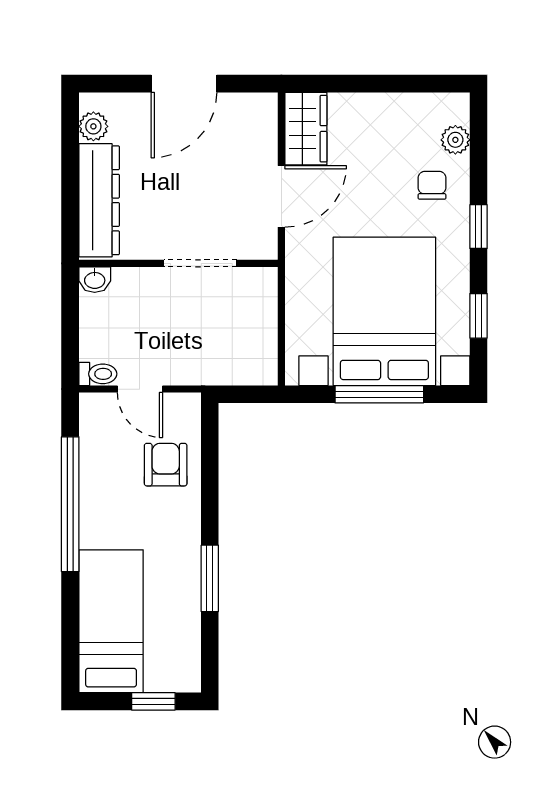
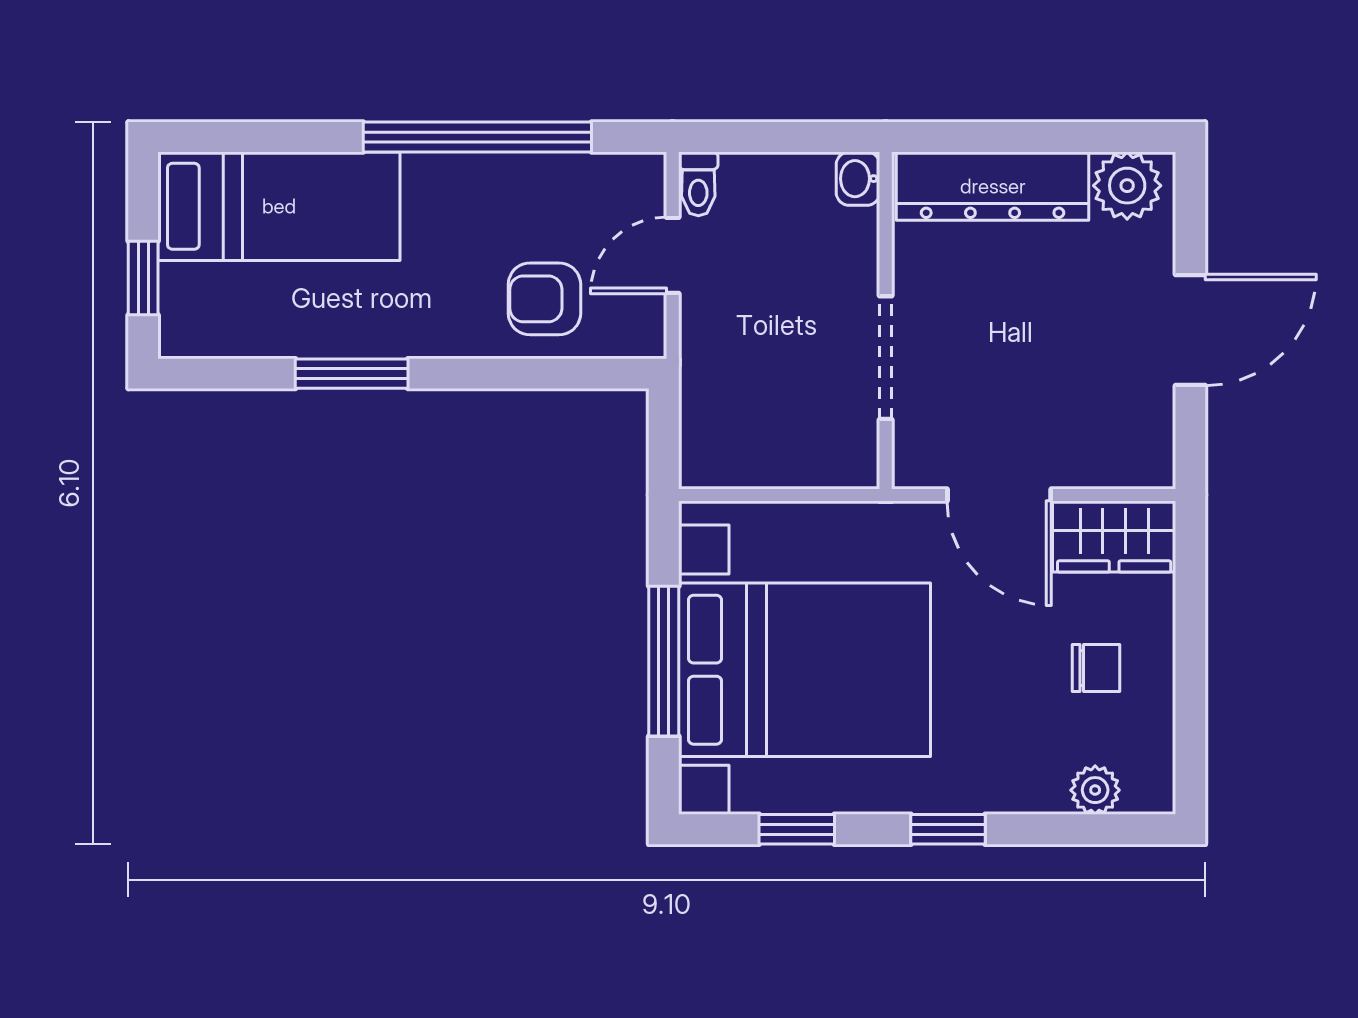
door: (184, 84) -> (1190, 330), swing flipped
plant: (93, 126) -> (1127, 186), width x1.38, depth x1.38
chair: (432, 185) -> (1096, 668), moved
armchair: (166, 465) -> (544, 299), turned 180

